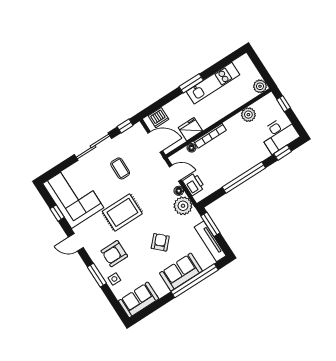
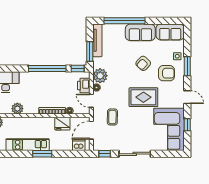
door: (155, 142) -> (91, 130), hinge flipped
window: (283, 153) -> (78, 68), moved
coffee table: (120, 168) -> (112, 117), moved
armchair: (160, 242) -> (143, 63), moved
sofa: (181, 272) -> (140, 32), moved

